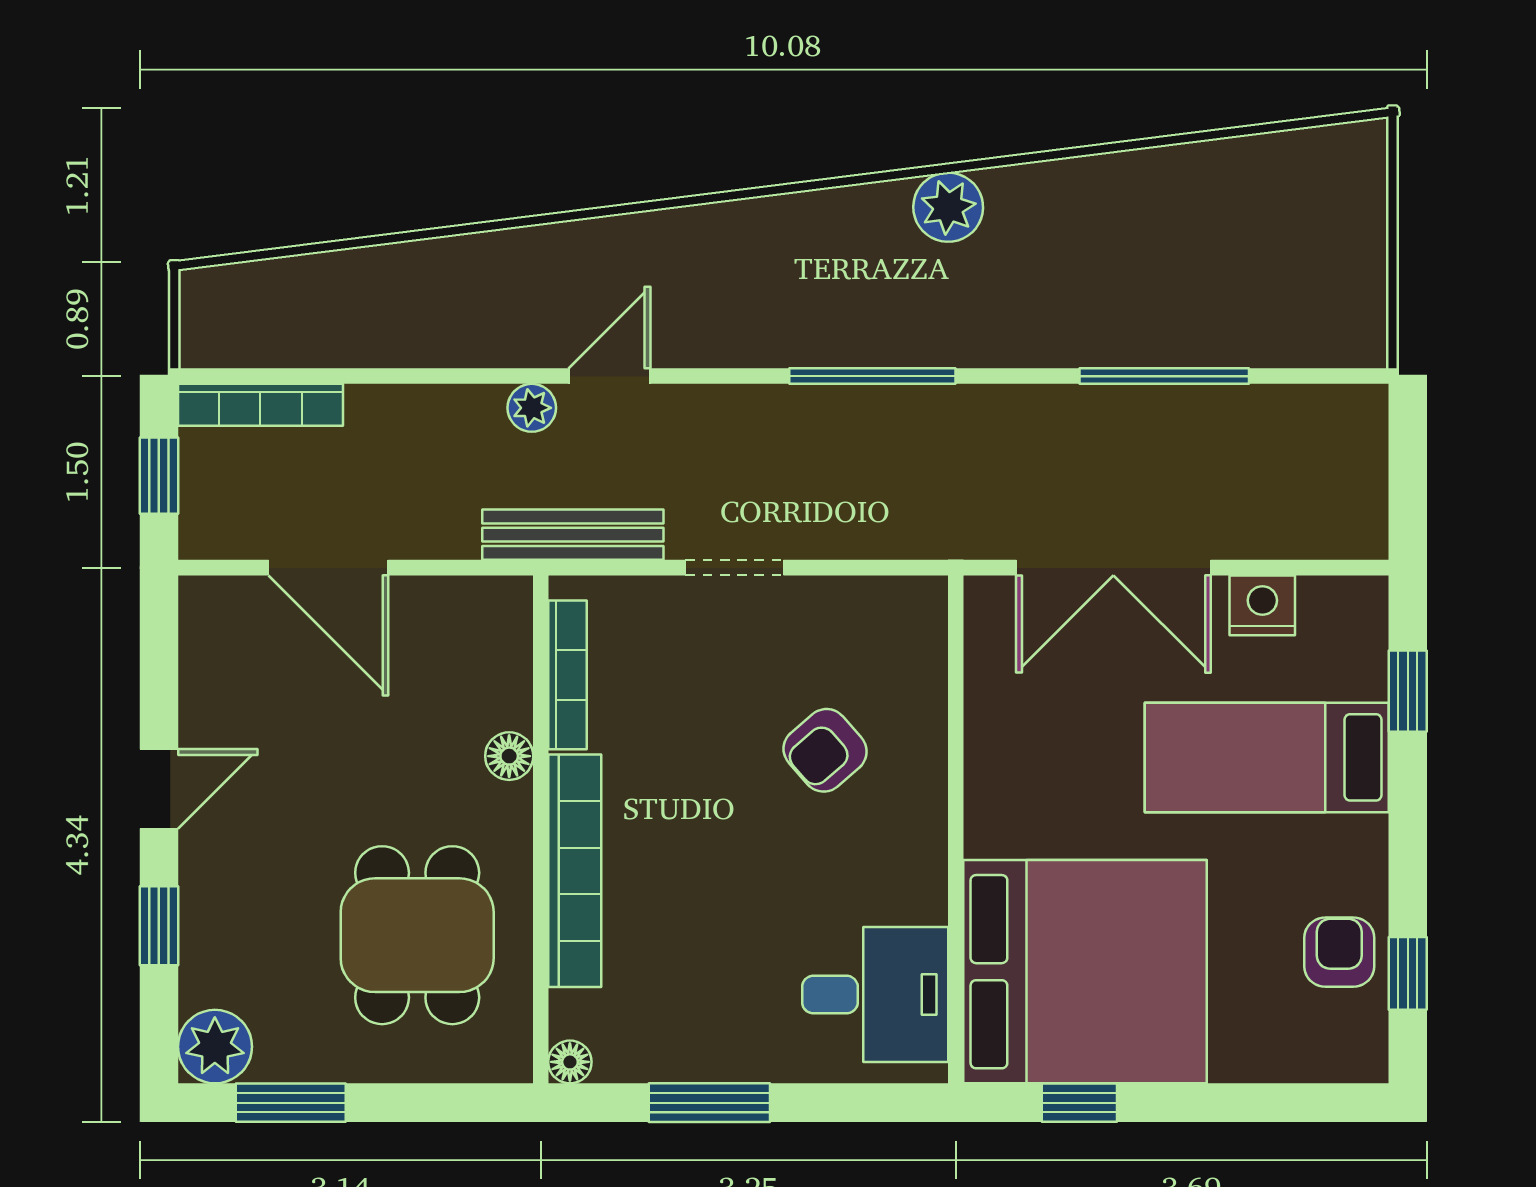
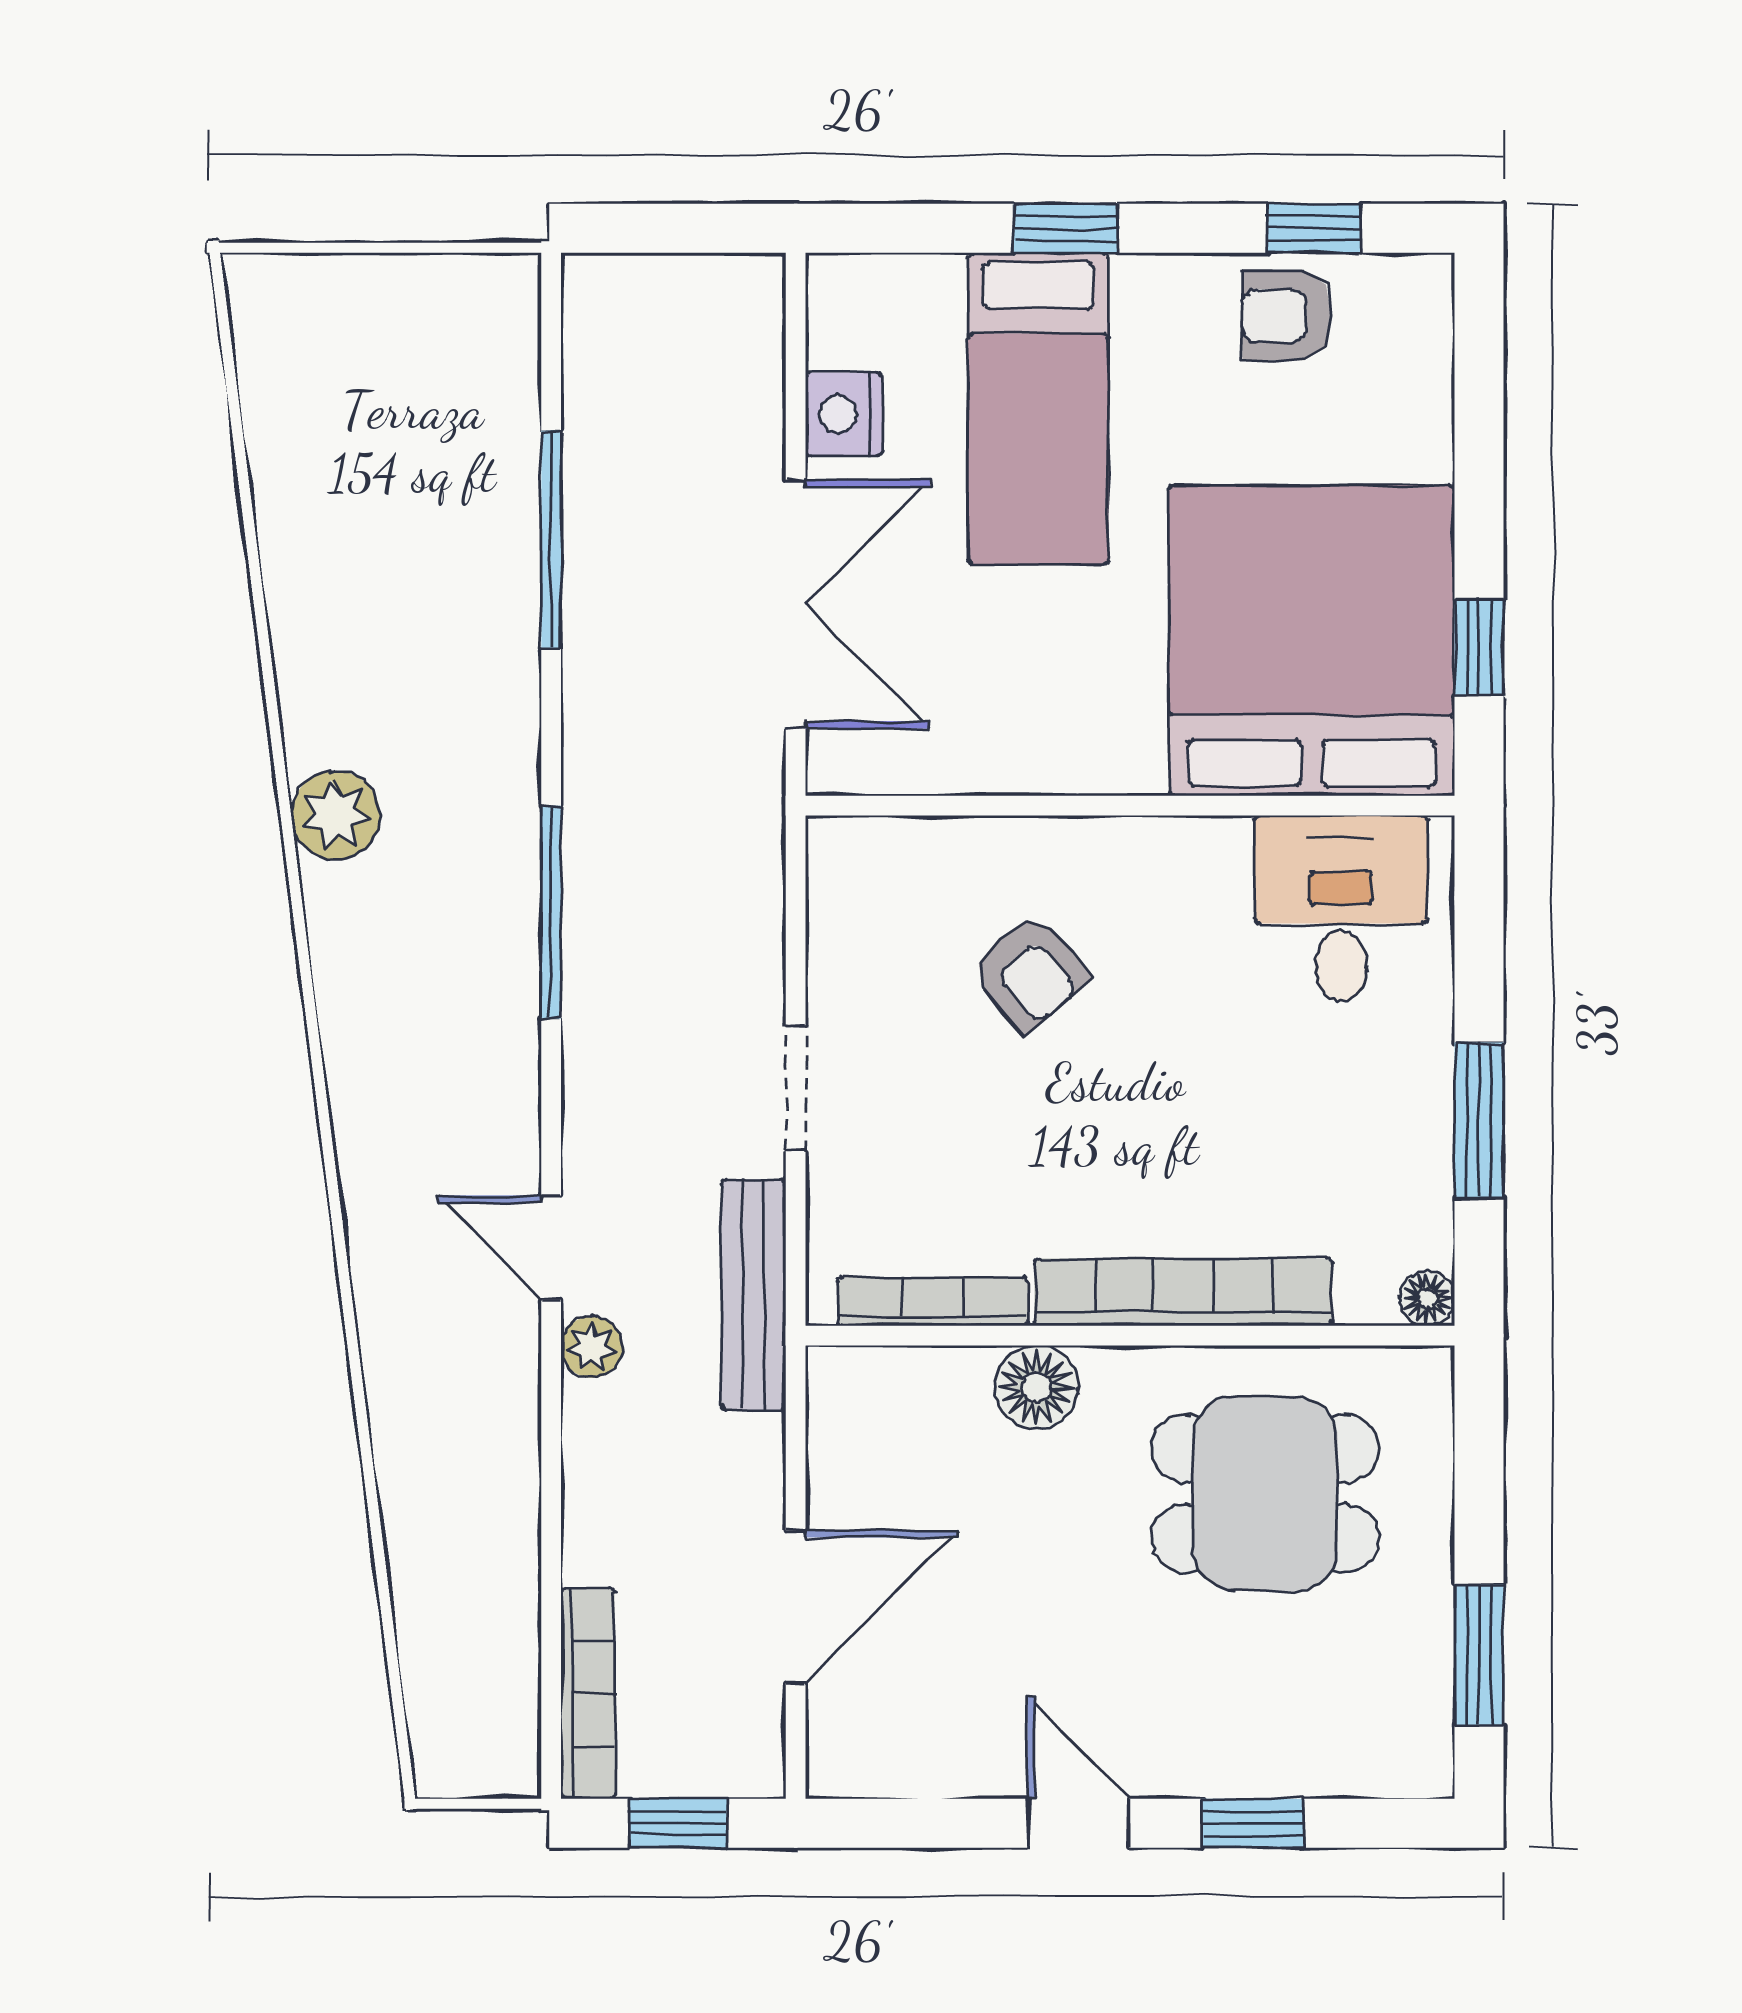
window: (1408, 691) -> (1066, 228), moved
floor lamp: (509, 756) -> (1036, 1387), width x1.37, depth x1.37
plant: (215, 1047) -> (1407, 1752), removed

